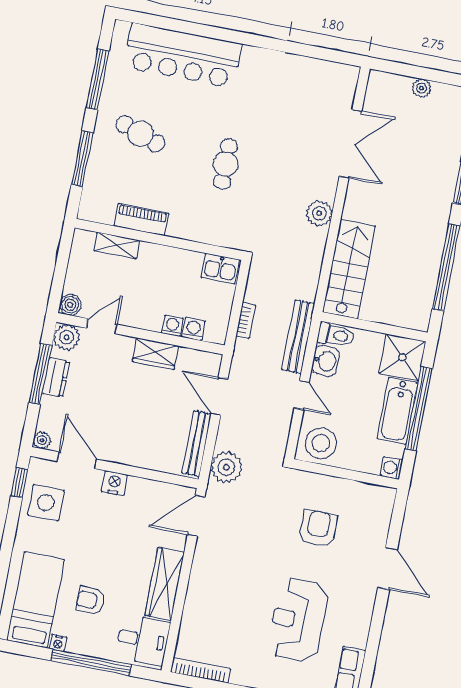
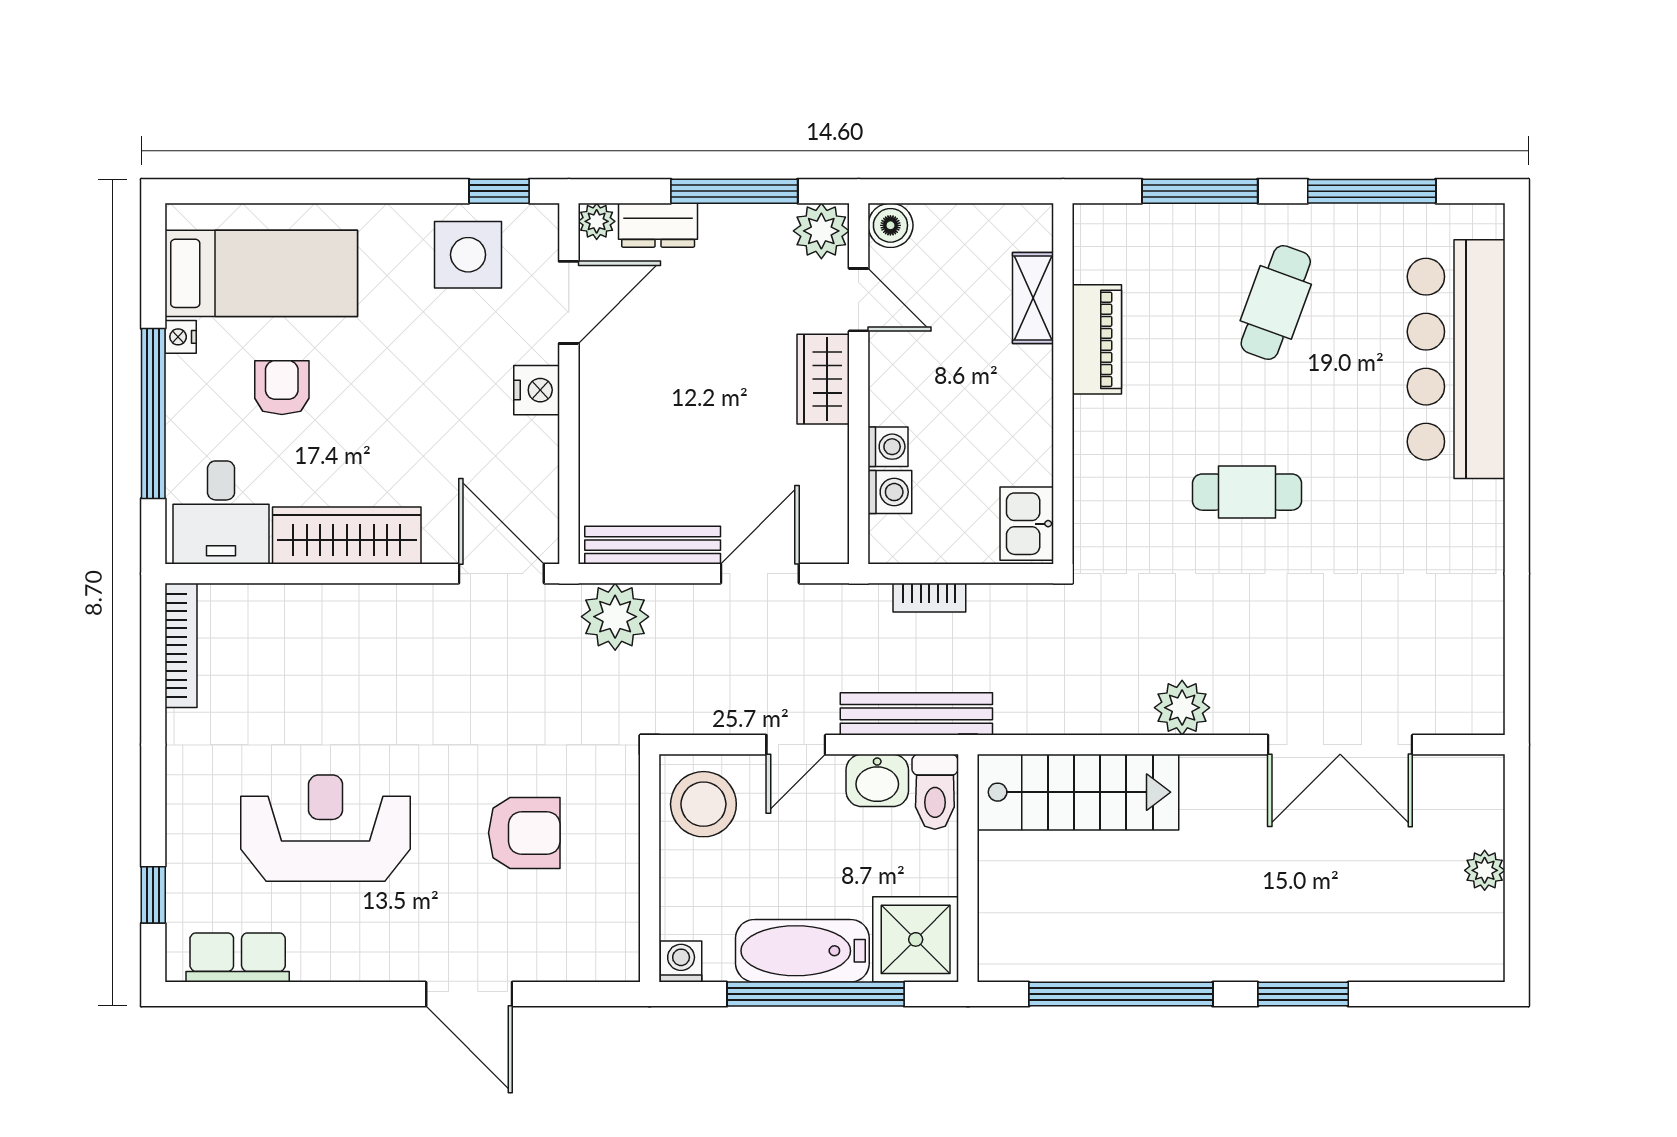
wardrobe: (155, 354) -> (823, 379), moved
dresser: (56, 377) -> (658, 225), moved
door: (388, 569) -> (469, 994), hinge flipped

